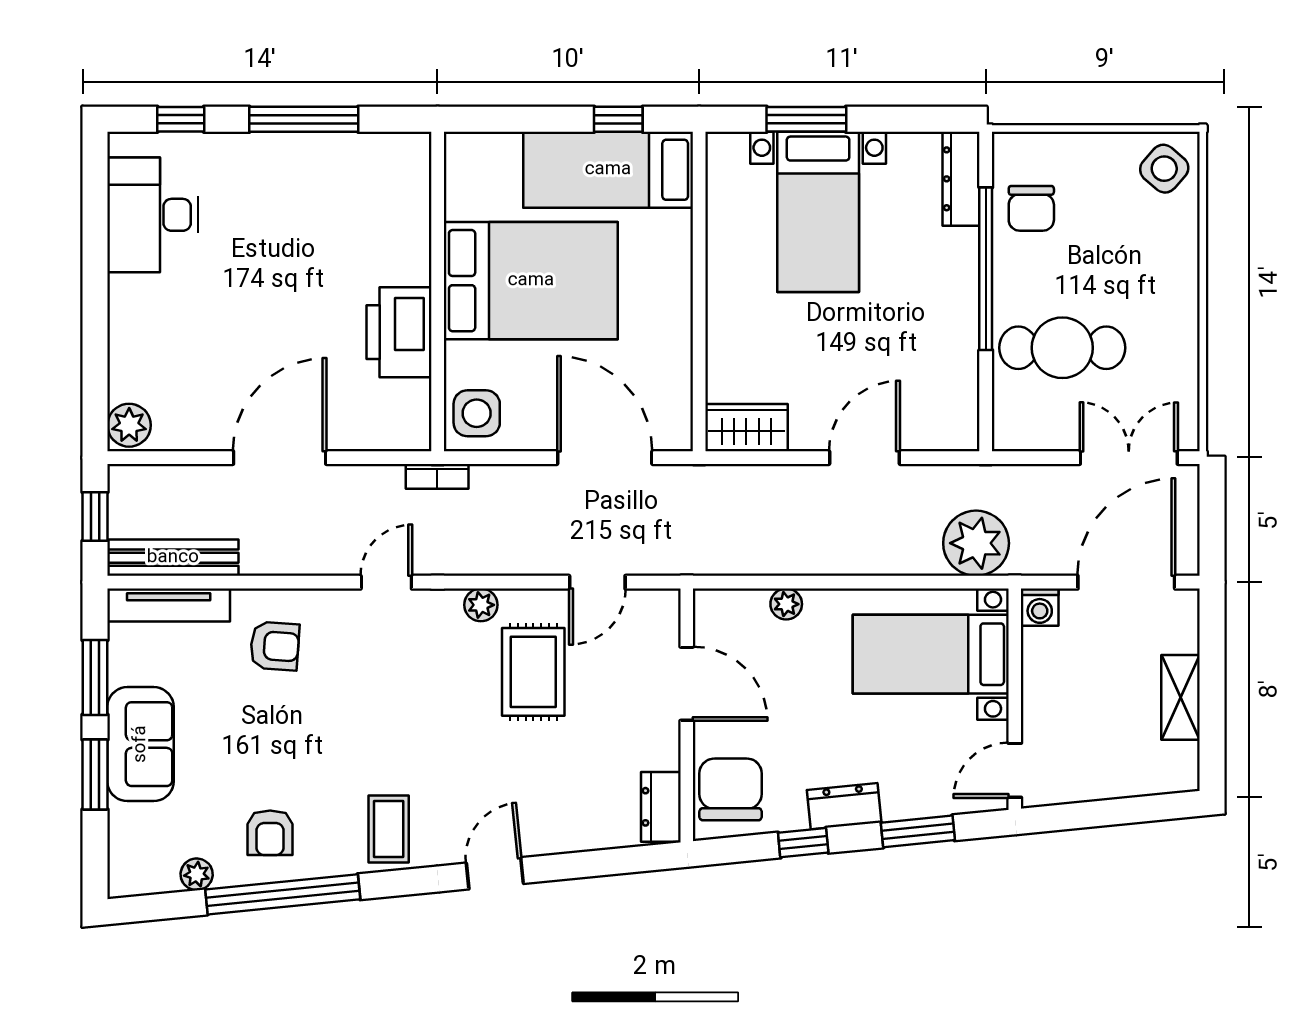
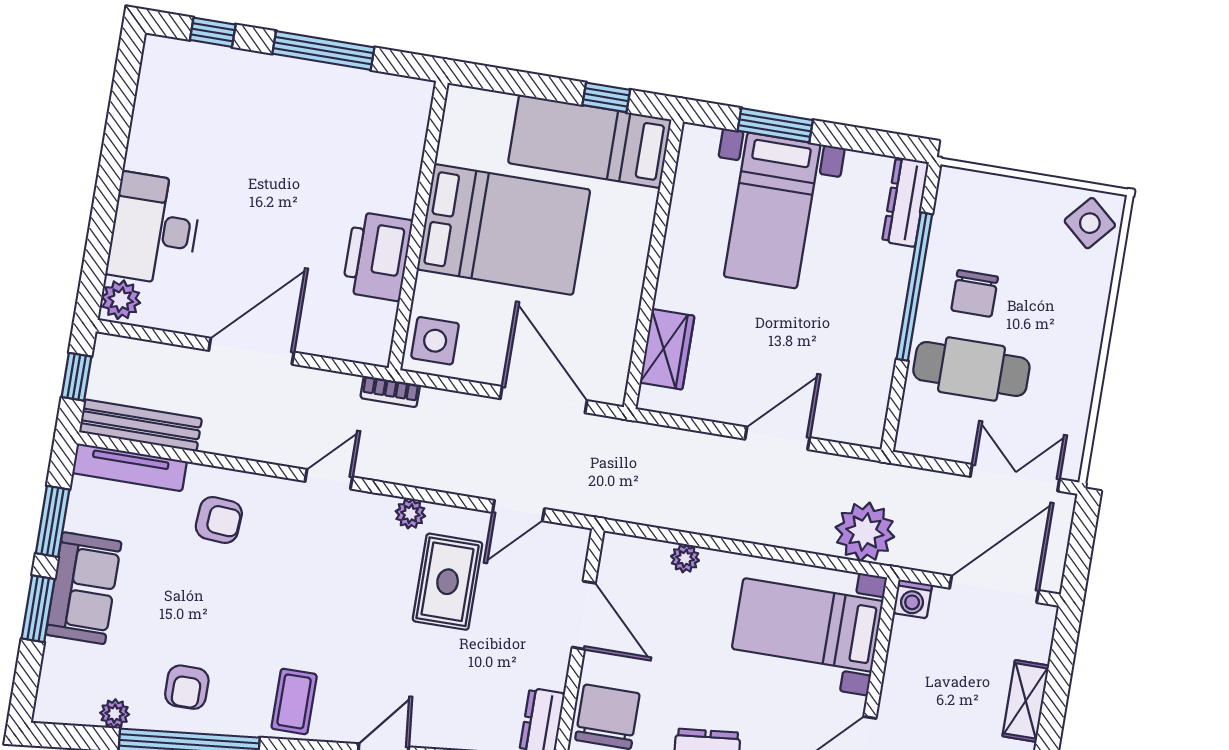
chair: (1031, 208) -> (975, 294), moved
desk: (153, 215) -> (154, 229), moved
wardrobe: (746, 428) -> (667, 349), moved, turned 90

